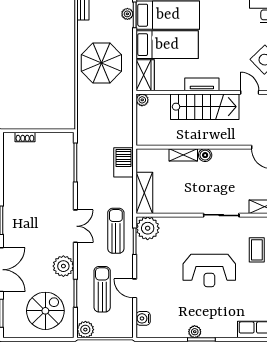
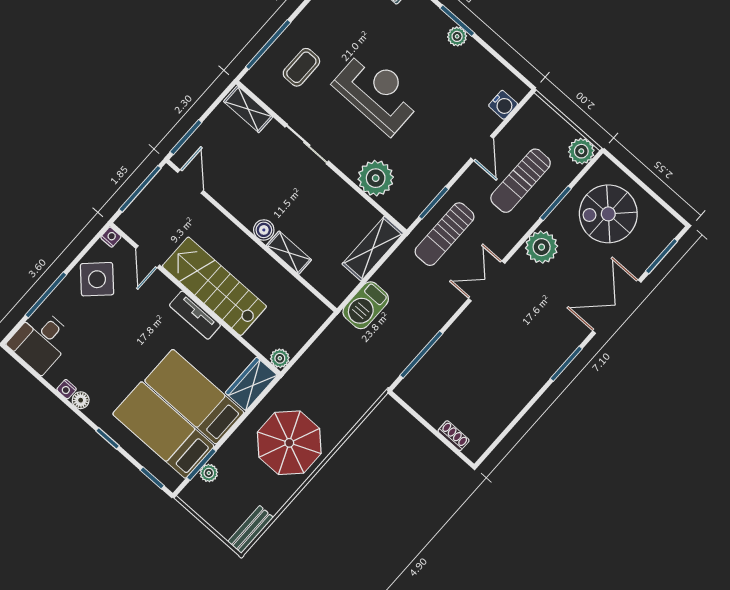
plant: (148, 228) -> (376, 178), moved

